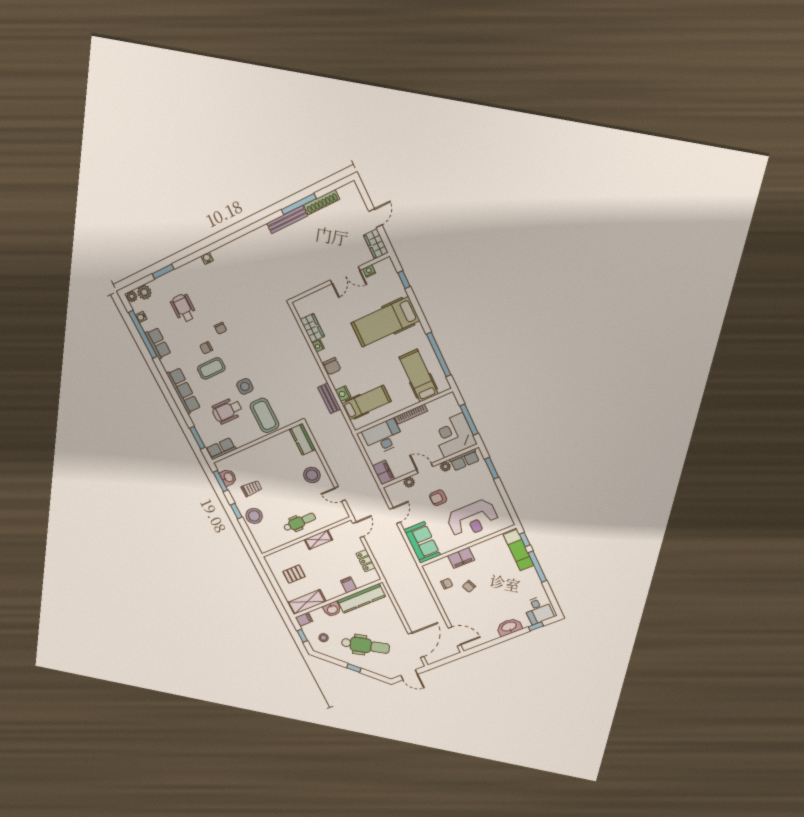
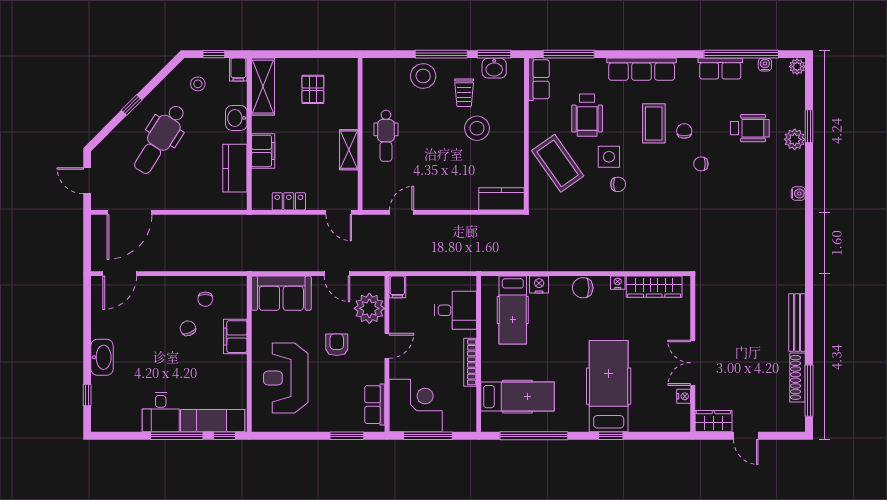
window: (299, 204) -> (809, 391), moved
window: (404, 280) -> (611, 436), moved
plant: (144, 292) -> (795, 139), moved
wardrobe: (312, 328) -> (654, 287), width x1.50
chair: (259, 373) -> (618, 184), added
bench: (329, 398) -> (541, 263), removed
wheelchair: (227, 411) -> (587, 115), turned 180
coffee table: (265, 415) -> (558, 163), turned 55
desk: (383, 437) -> (456, 310), width x0.73
window: (197, 438) -> (569, 54), width x1.44
plant: (445, 466) -> (377, 375), removed
filing cabinet: (383, 473) -> (397, 287), width x0.50
stool: (312, 475) -> (477, 128), moved
plant: (409, 482) -> (369, 308), width x1.87, depth x1.87
window: (236, 511) -> (441, 54), width x2.17
filing cabinet: (349, 585) -> (263, 151), width x2.00
kitchen counter: (361, 598) -> (235, 168), width x0.67
desk: (538, 610) -> (161, 412), moved, turned -90
door: (416, 645) -> (130, 212), hinge flipped
door: (409, 675) -> (87, 181), hinge flipped

